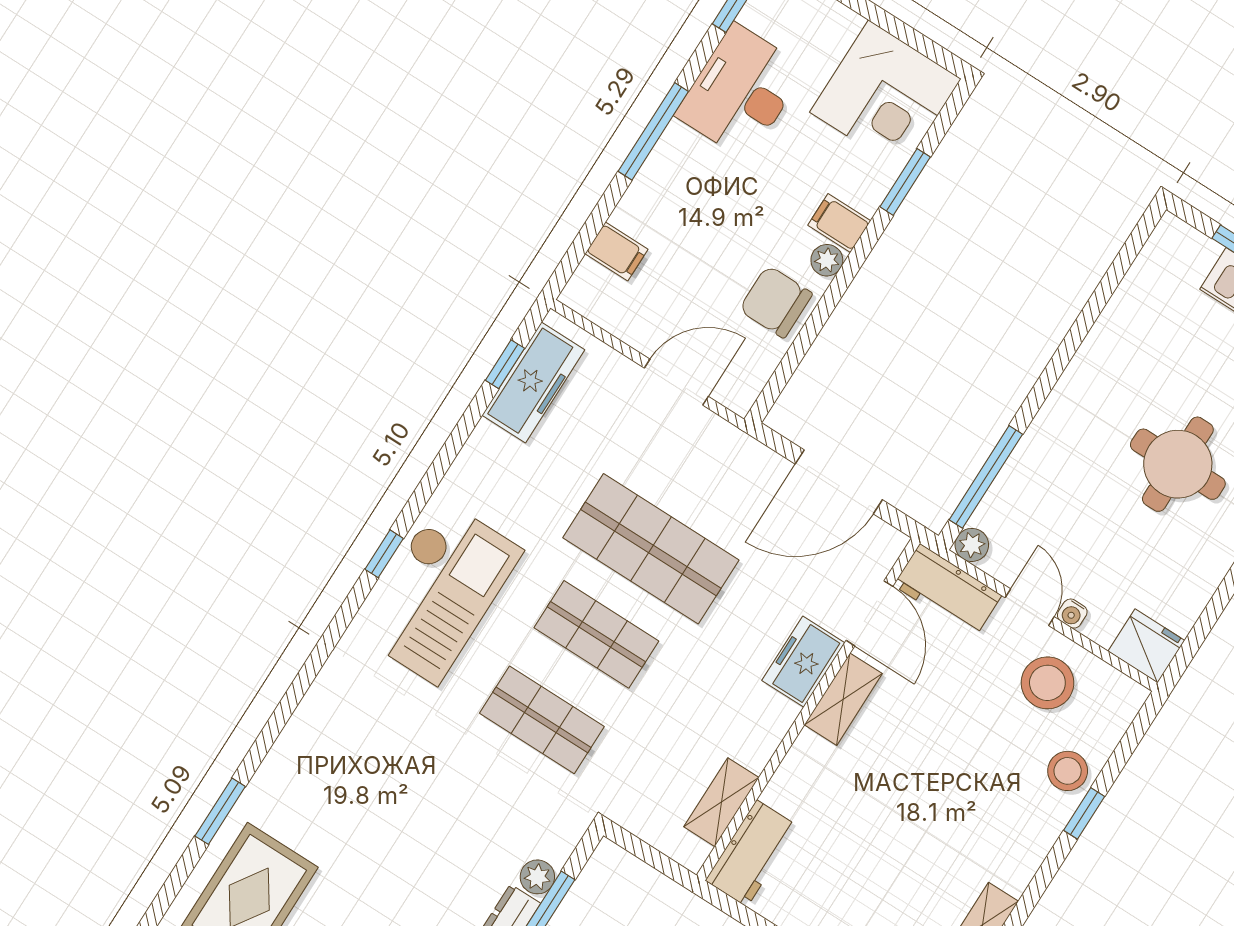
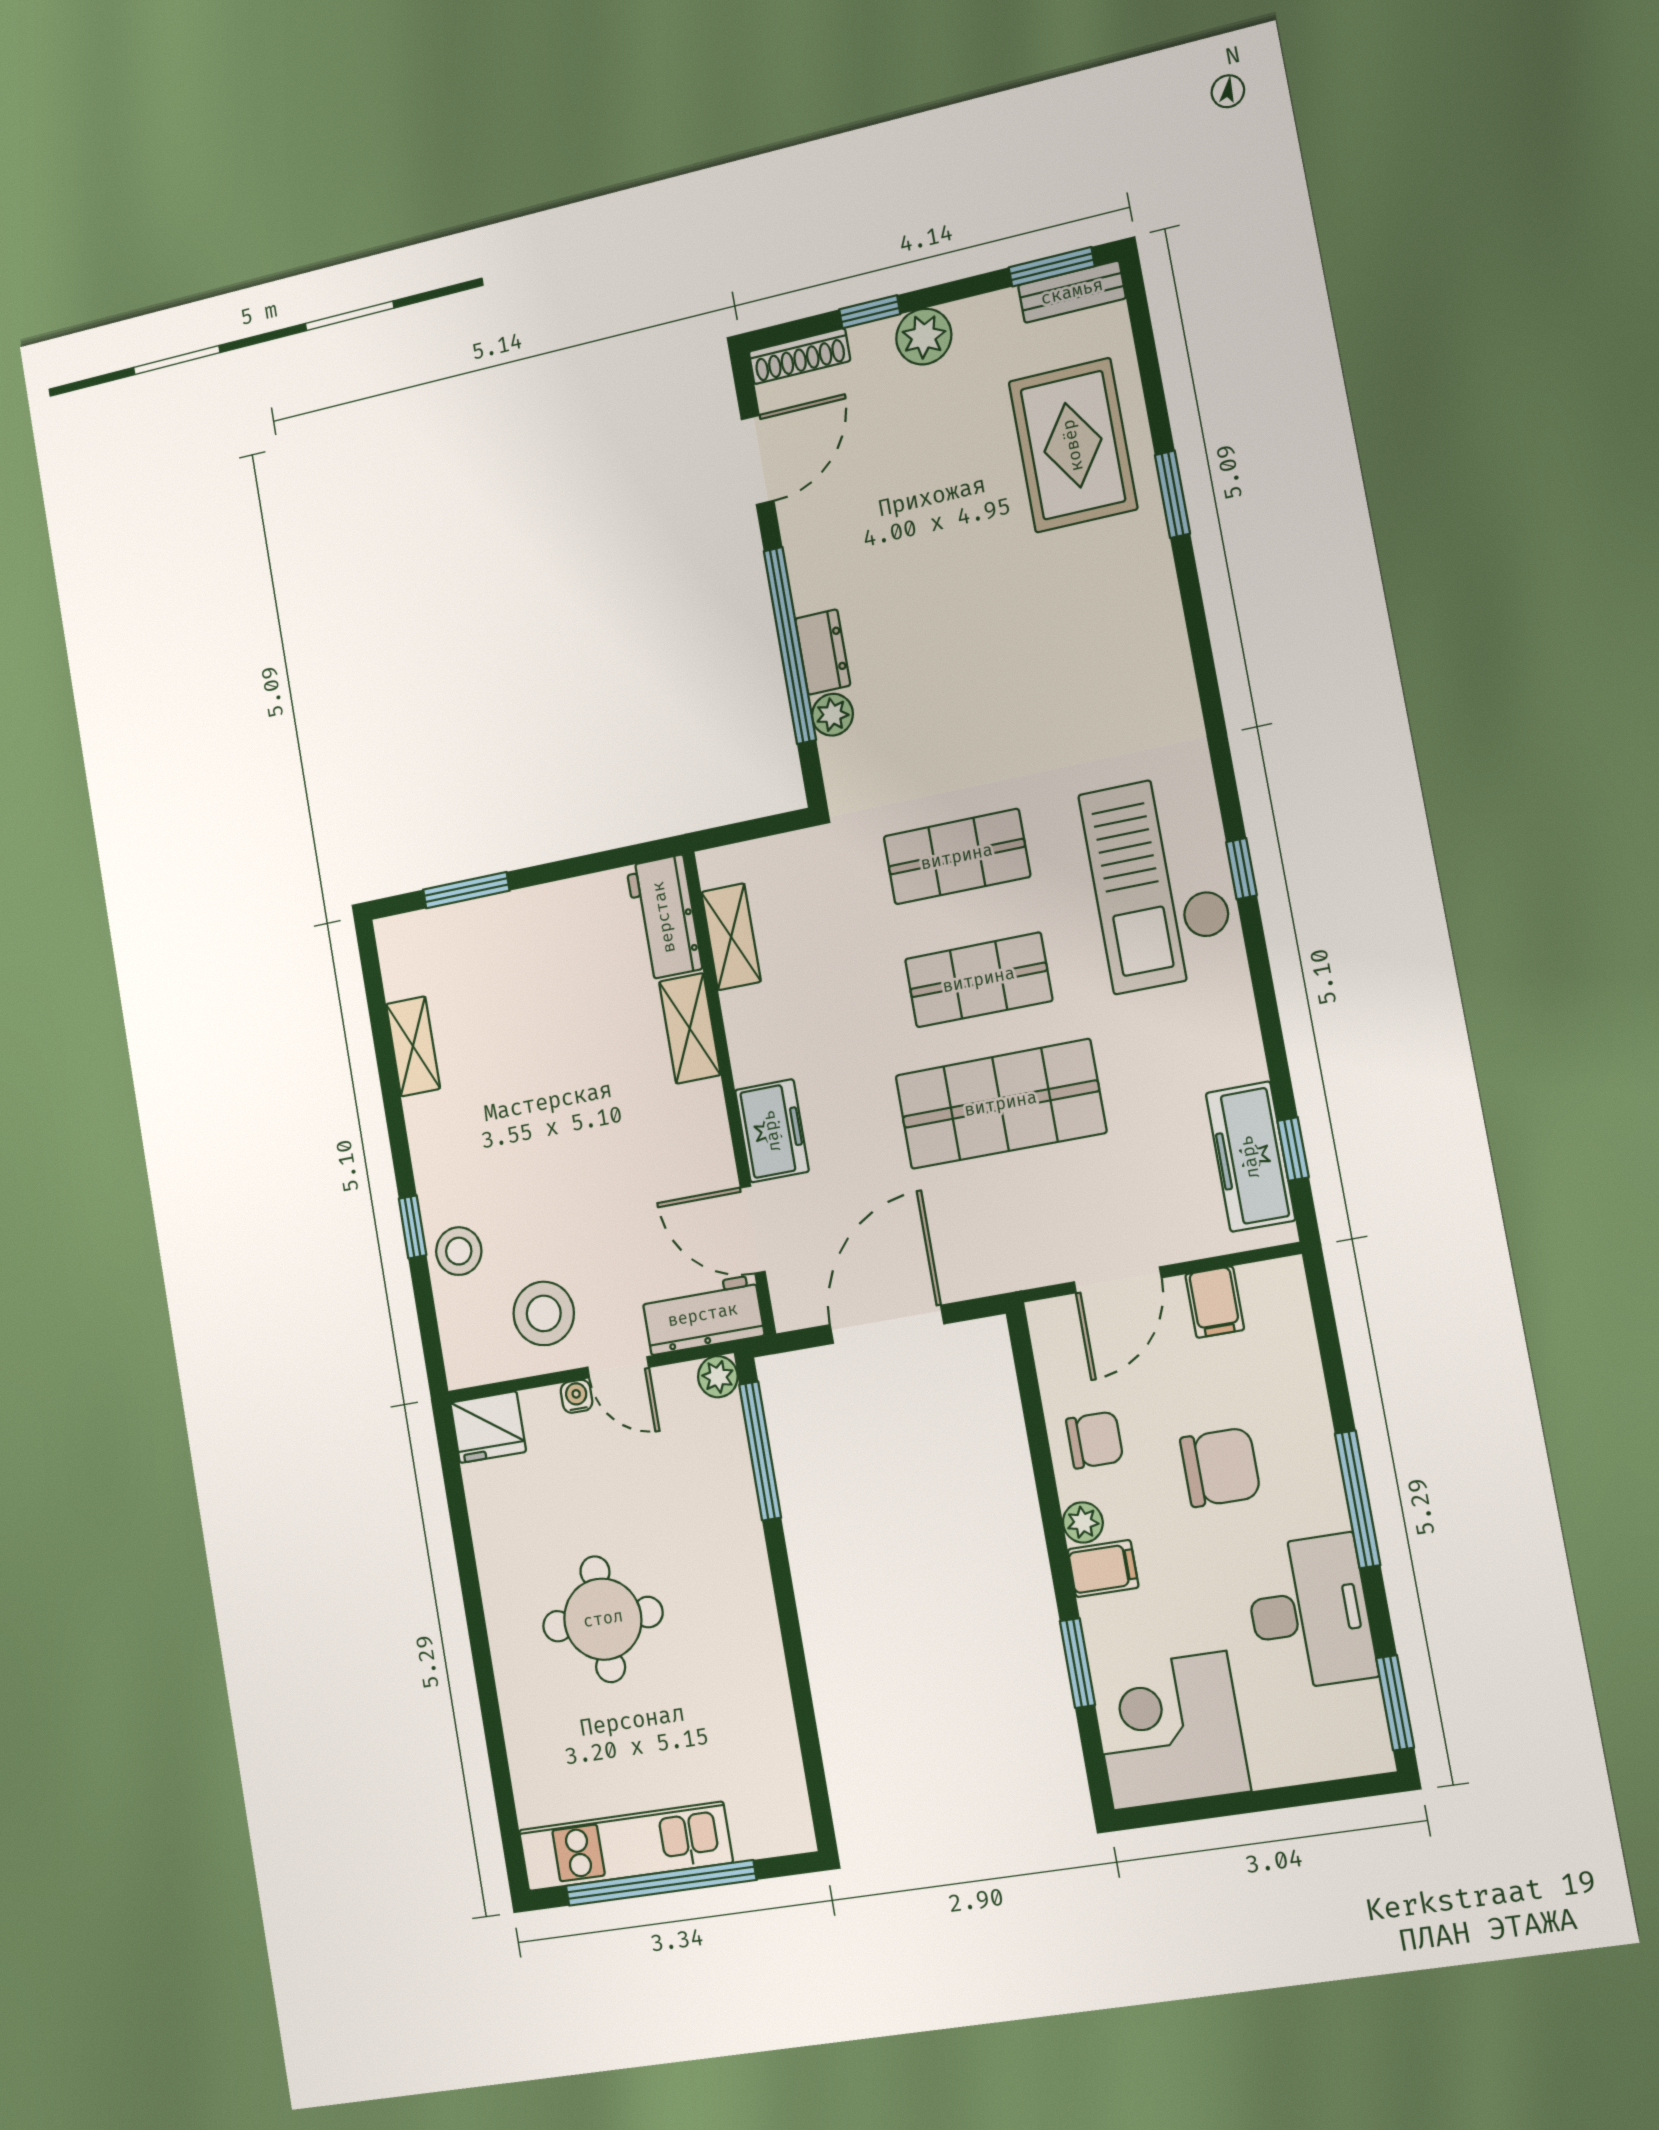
chair: (716, 220) -> (1220, 1467), added
filing cabinet: (616, 251) -> (1215, 1302), moved, turned -90
chair: (776, 302) -> (1095, 1440), width x0.73, depth x0.73
shelving: (843, 699) -> (690, 1028), moved

